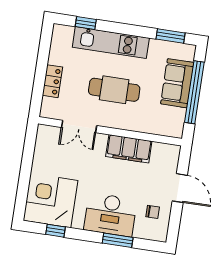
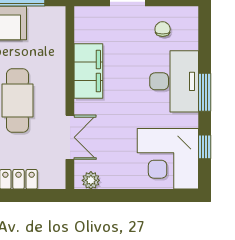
plant: (43, 138) -> (91, 180), added
window: (118, 240) -> (205, 92), moved

